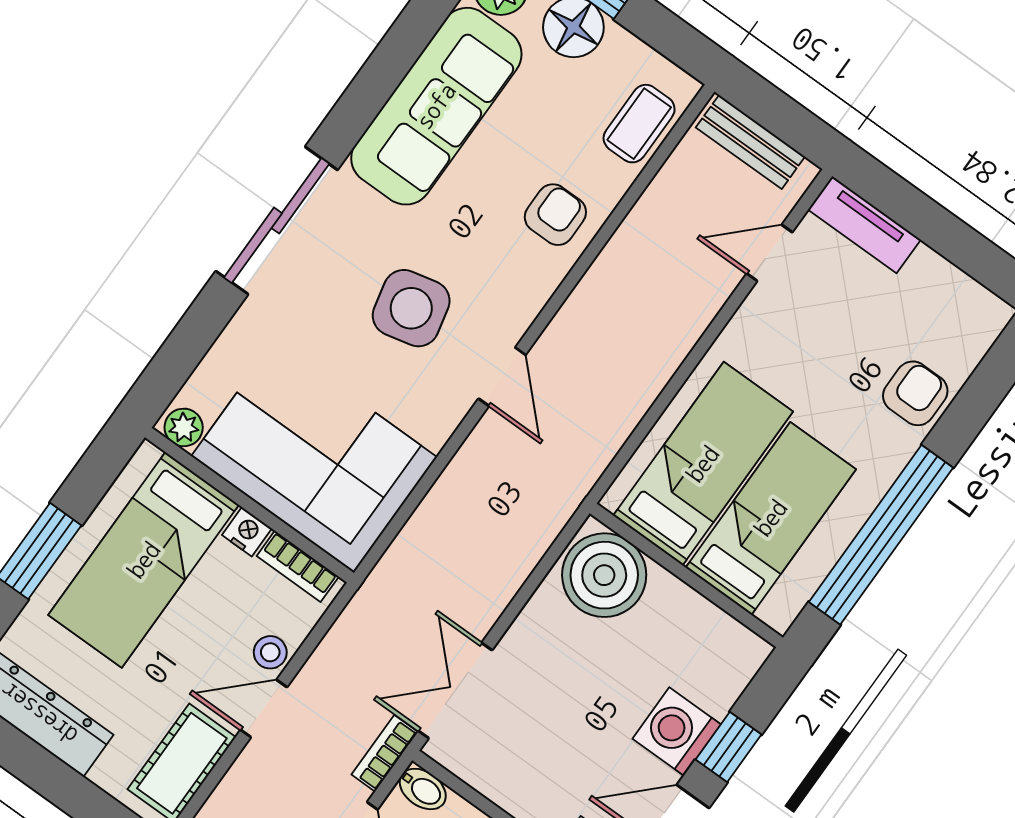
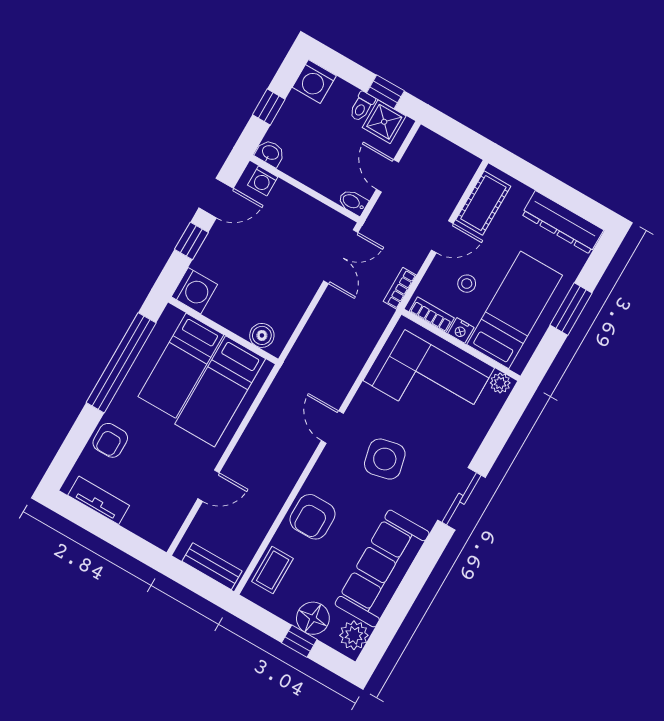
armchair: (555, 215) -> (313, 517), width x1.38, depth x1.38
sliding door: (277, 221) -> (461, 499), width x0.73
tv unit: (864, 225) -> (99, 500), moved
door: (770, 253) -> (209, 486), moved
boiler: (604, 575) -> (262, 335), width x0.54, depth x0.54
stool: (270, 652) -> (467, 284), moved
washing machine: (677, 732) -> (194, 291), moved
bookcase: (385, 753) -> (400, 288), moved, turned 180

